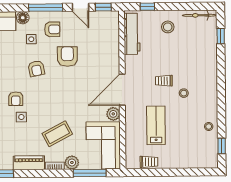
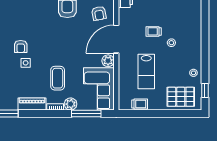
armchair: (36, 69) -> (99, 13), moved
lab bench: (156, 125) -> (146, 71), turned 180
coffee table: (57, 134) -> (58, 78), turned -62
pallet: (195, 153) -> (181, 97), added

